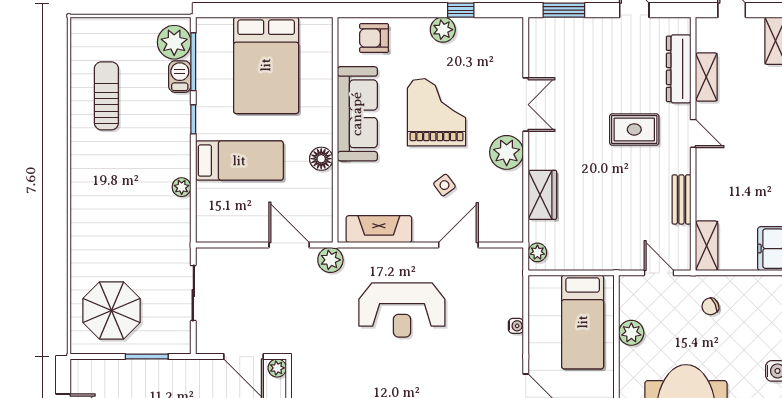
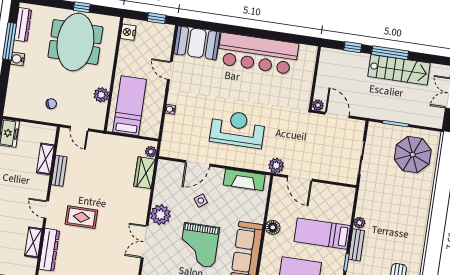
bench: (181, 150) -> (356, 245), added
wardrobe: (542, 195) -> (145, 173), moved
shelving: (707, 246) -> (45, 159), moved

